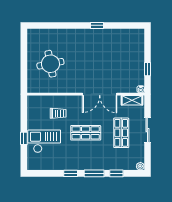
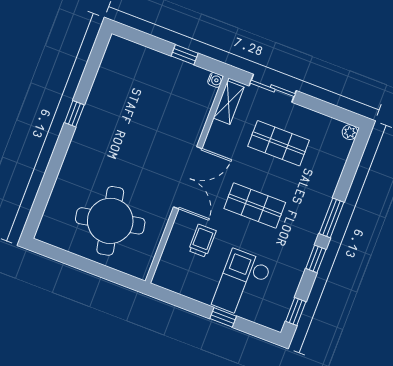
round table: (50, 64) -> (110, 221), width x1.36, depth x1.36
double door: (100, 94) -> (188, 178), moved
sliding door: (147, 130) -> (273, 88), moved
shop shelf: (86, 133) -> (255, 205), turned 90
window: (116, 173) -> (296, 312), moved

